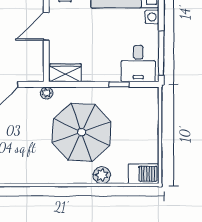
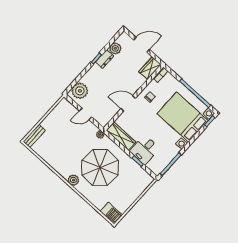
desk: (138, 64) -> (145, 150), moved
wardrobe: (65, 73) -> (121, 136), width x1.50
plant: (102, 175) -> (73, 180), moved

